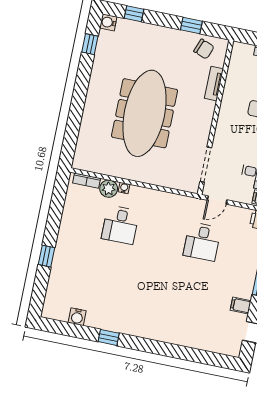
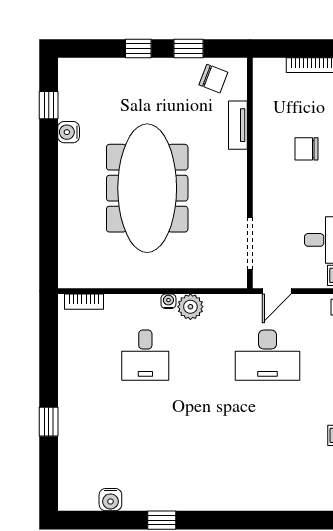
window: (134, 14) -> (138, 49), moved
water cooler: (108, 22) -> (69, 132), moved
water cooler: (124, 188) -> (168, 301), moved
plant: (109, 189) -> (190, 307), moved
desk: (202, 242) -> (267, 355), width x1.37

